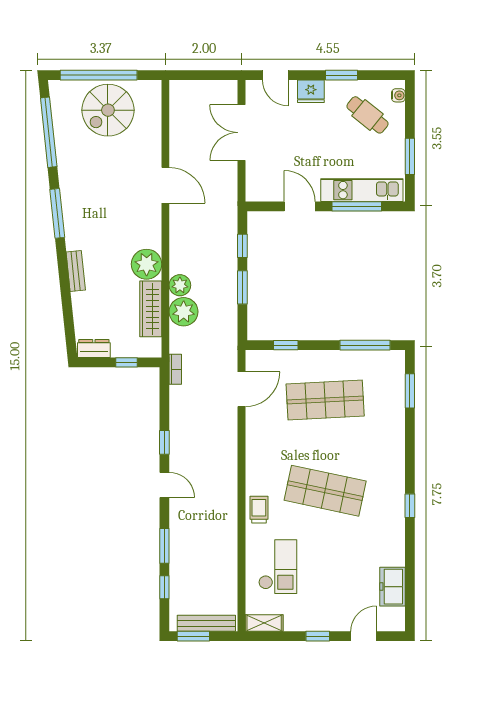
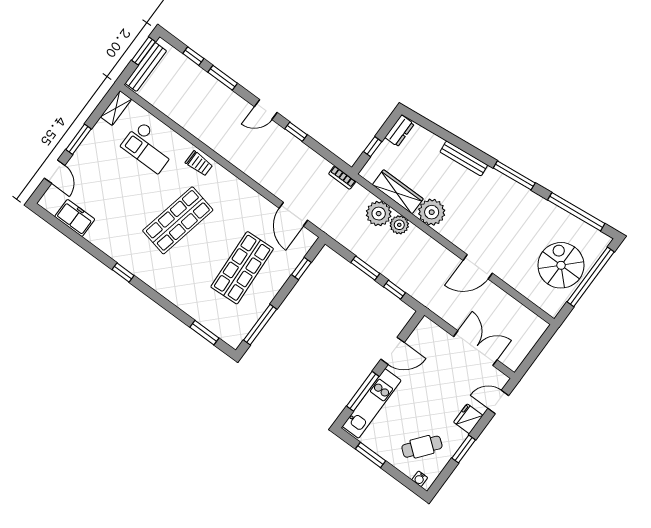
bench: (76, 271) -> (464, 158), width x1.36
window: (318, 636) -> (79, 139), width x1.50

